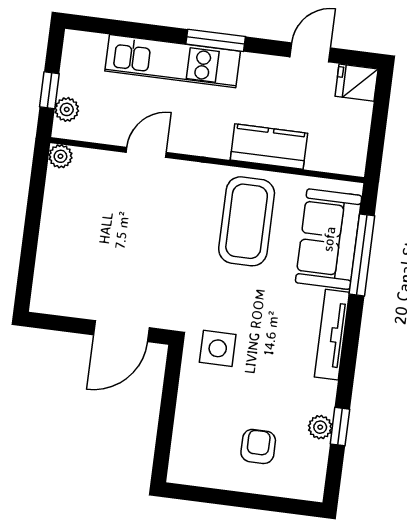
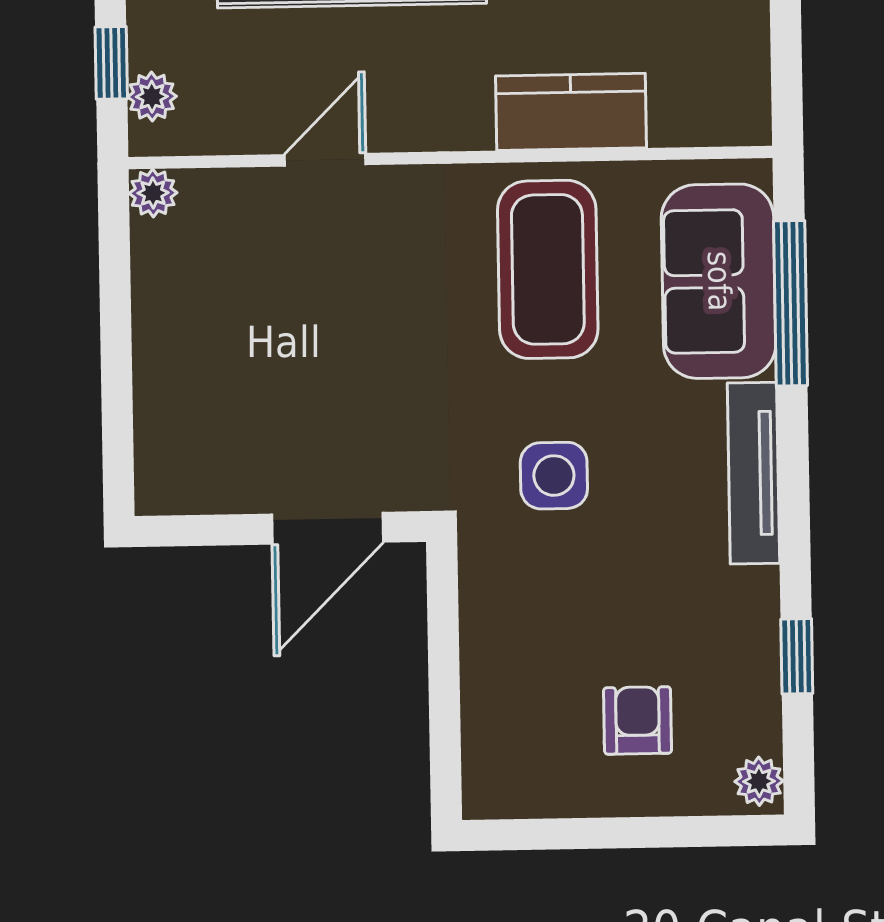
side table: (218, 348) -> (554, 476), moved
plant: (320, 427) -> (759, 781), moved

